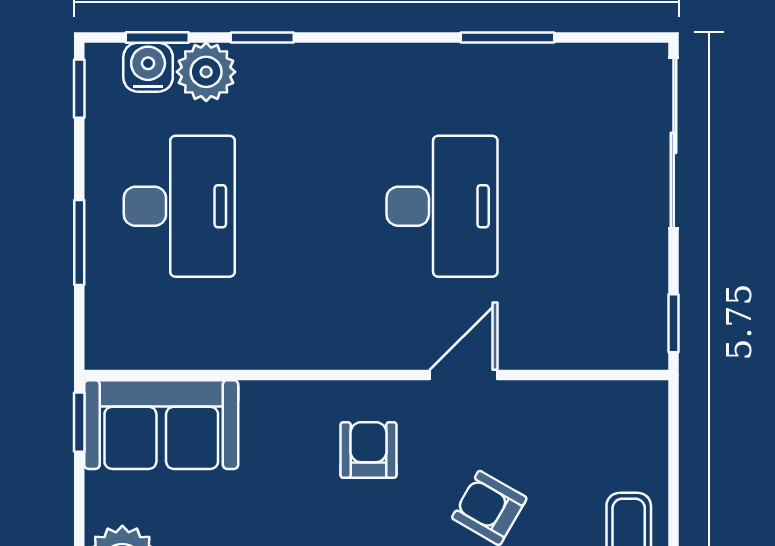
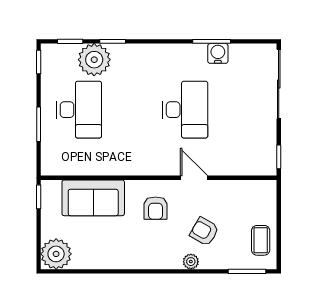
water cooler: (148, 67) -> (218, 53), moved
plant: (206, 72) -> (94, 60), width x1.36, depth x1.36
door: (463, 375) -> (194, 178), hinge flipped
sofa: (161, 425) -> (93, 198), moved
armchair: (368, 450) -> (156, 208), turned 180

